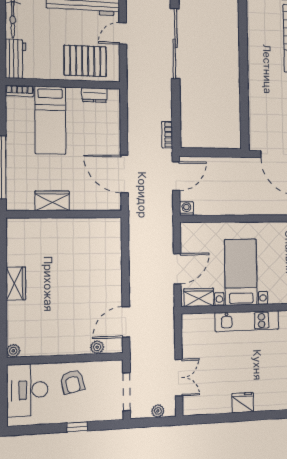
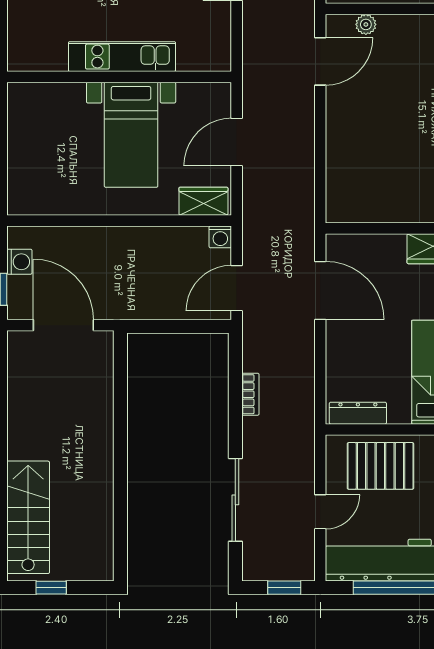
sliding door: (175, 43) -> (235, 500), width x0.73
dresser: (94, 95) -> (358, 413), width x1.44
bookcase: (167, 135) -> (250, 394), moved
wardrobe: (199, 297) -> (203, 201), moved, turned 180

